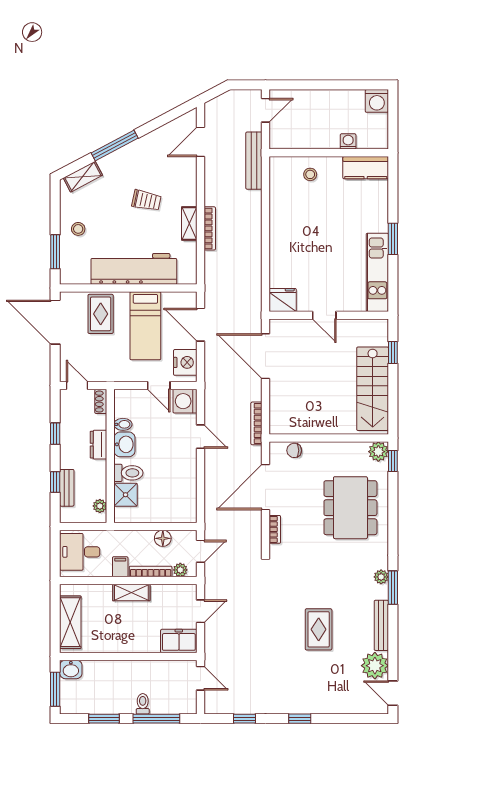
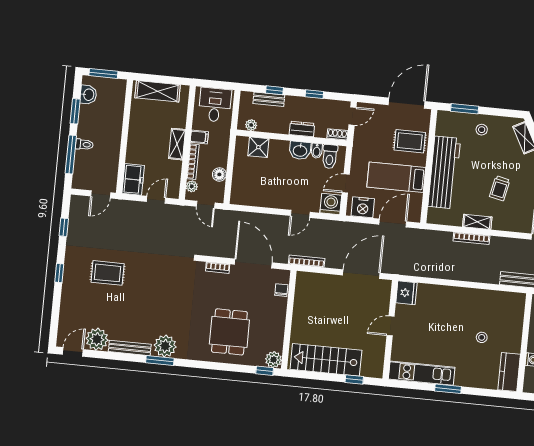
stool: (310, 174) -> (482, 337), moved
toilet: (128, 473) -> (330, 157), moved
dining table: (350, 508) -> (229, 332), width x0.73
plant: (381, 577) -> (165, 346), width x1.88, depth x1.88
door: (201, 611) -> (156, 200), swing flipped
rug: (319, 629) -> (108, 273), moved
washbasin: (71, 669) -> (88, 95), moved, turned 180

